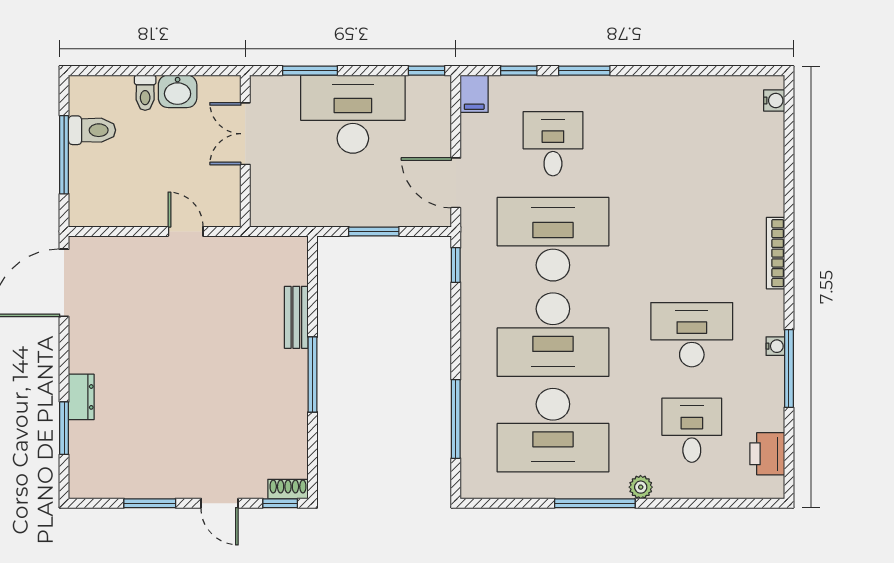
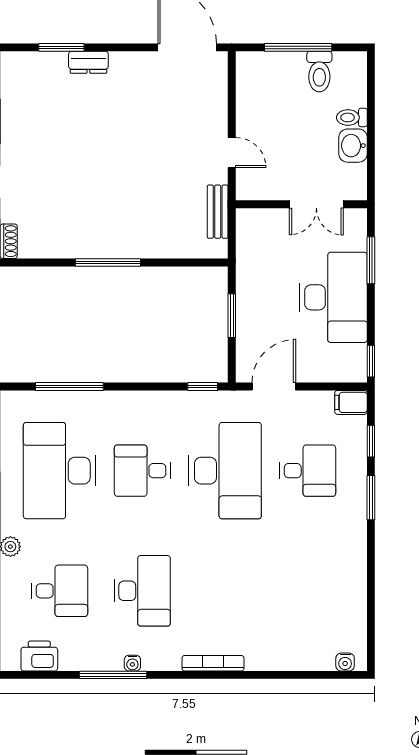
double door: (245, 134) -> (316, 204), swing flipped
door: (186, 231) -> (232, 153), hinge flipped
bench: (296, 317) -> (218, 212), moved, turned 90
desk: (553, 335) -> (142, 471), width x0.53, depth x0.77

